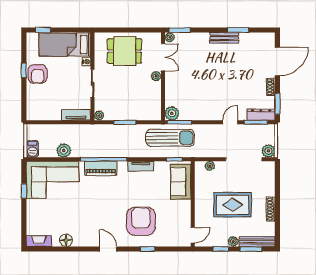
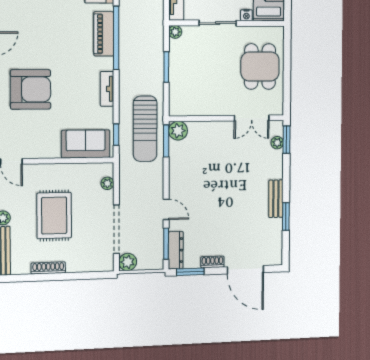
plant: (170, 37) -> (277, 143), moved
plant: (156, 76) -> (227, 109), removed

